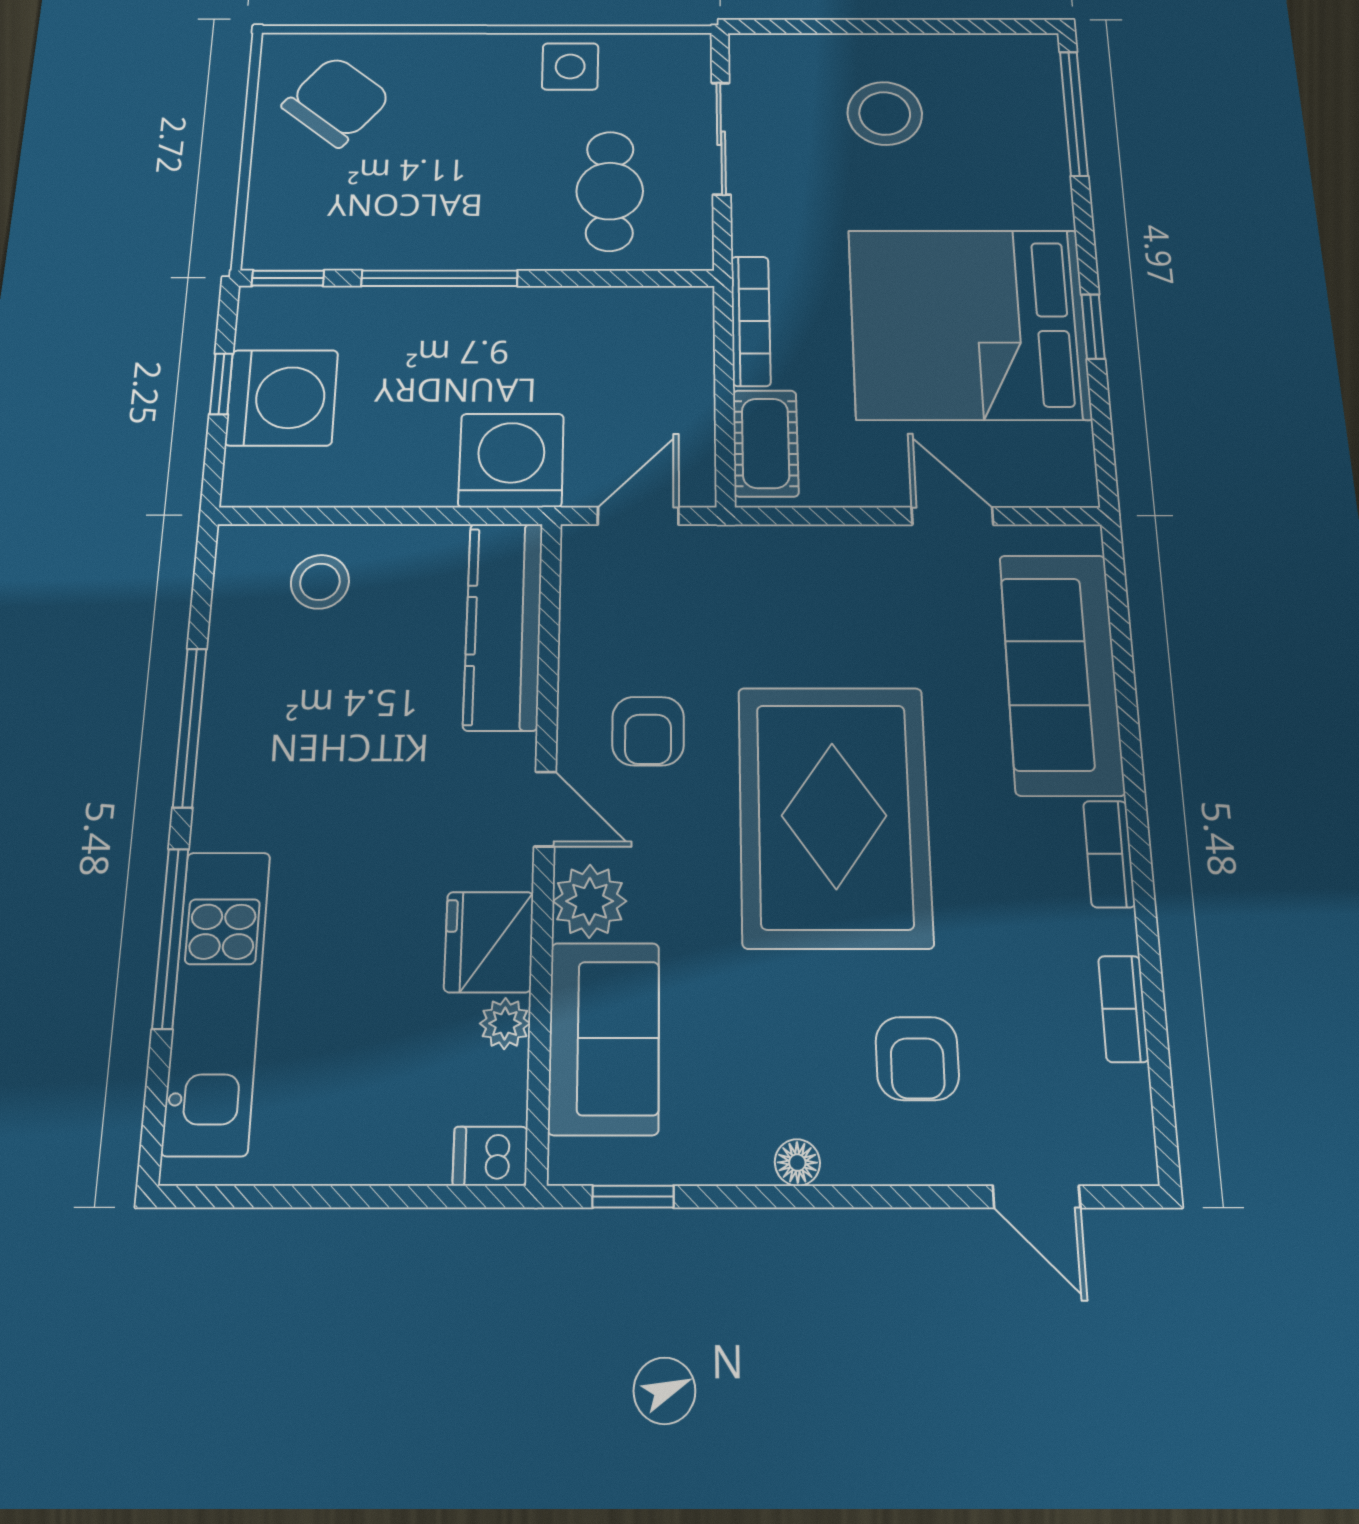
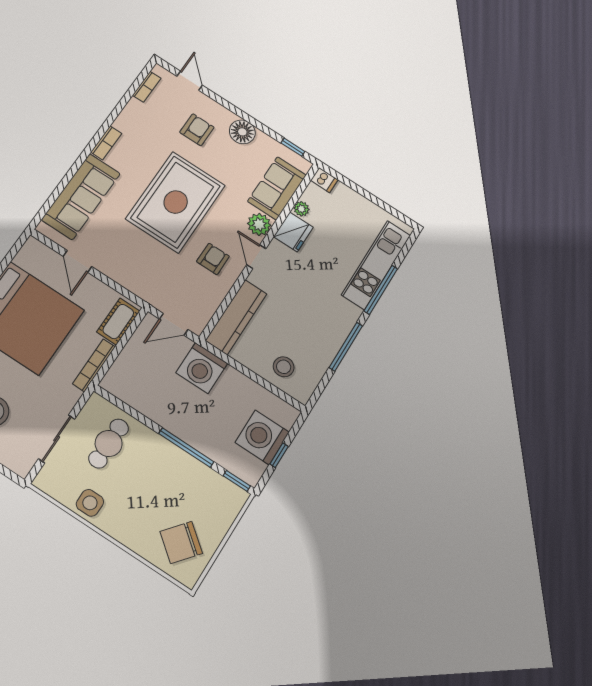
bookcase: (1123, 1009) -> (147, 87), moved
floor lamp: (797, 1163) -> (242, 132), width x1.89, depth x1.89

